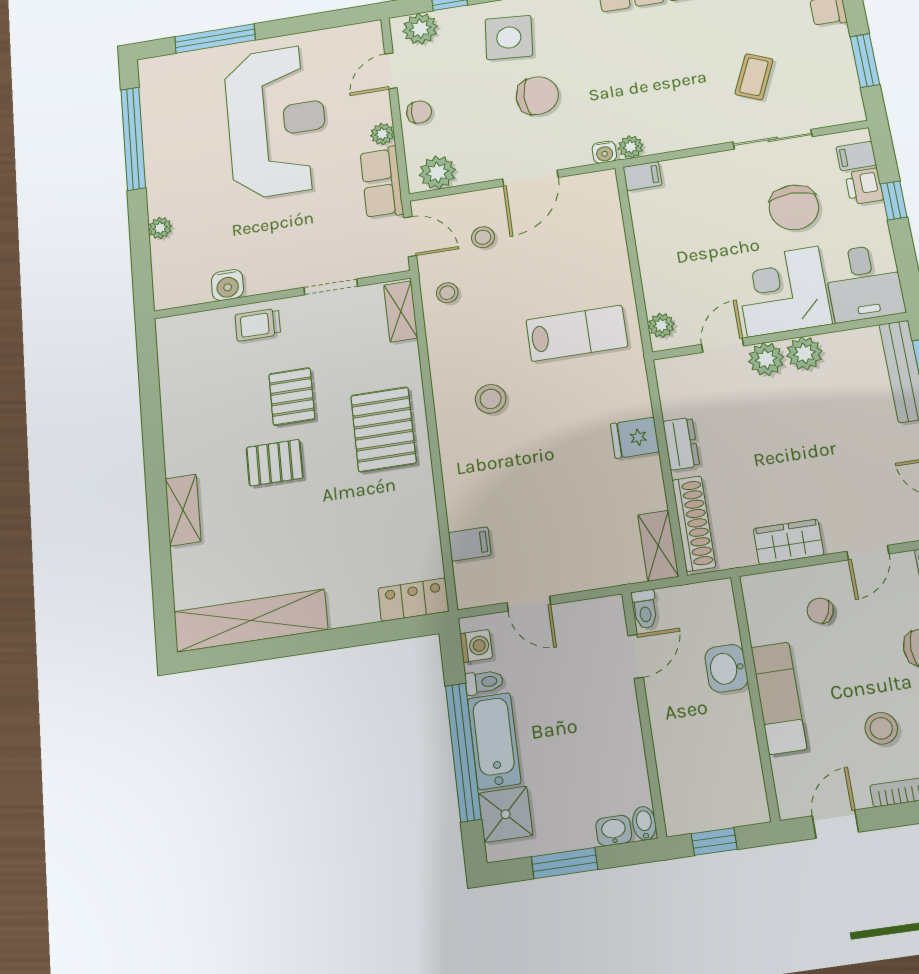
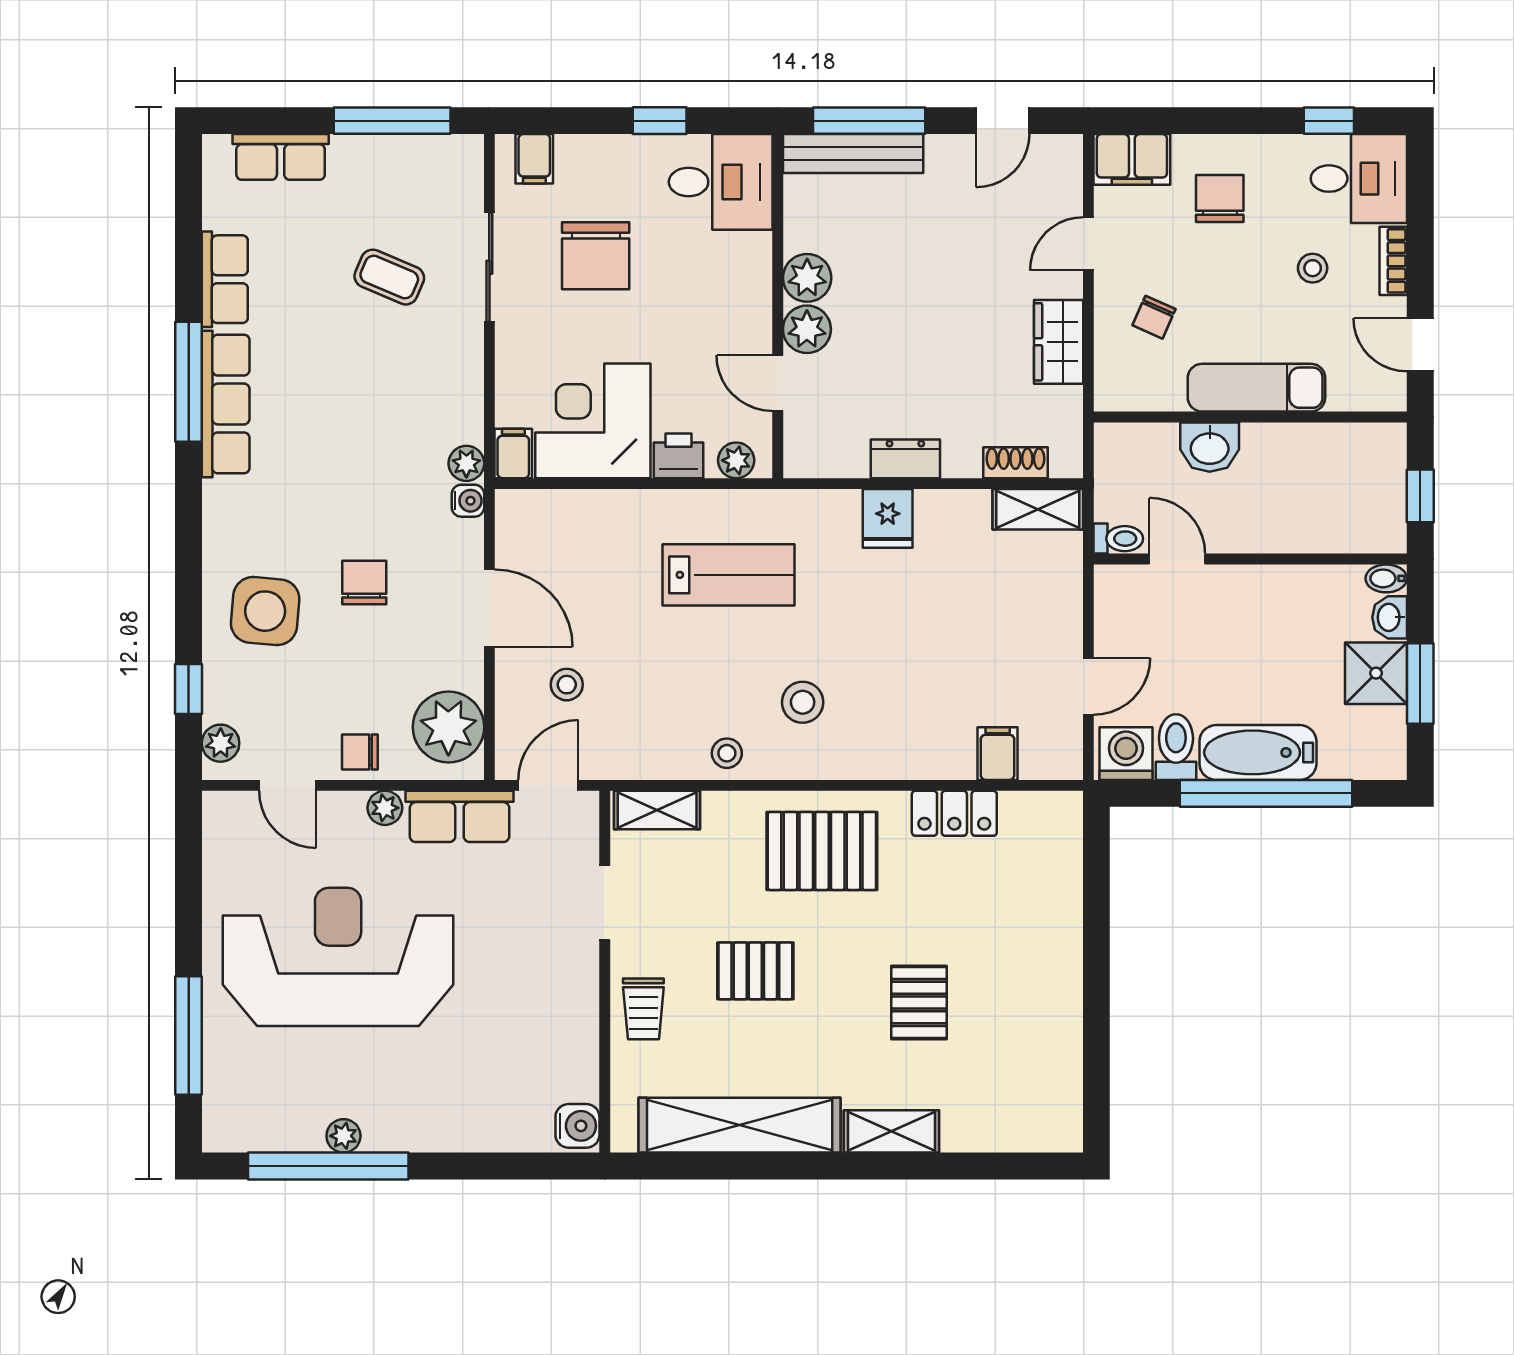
plant: (420, 29) -> (221, 743), width x0.73, depth x0.73
window: (865, 61) -> (392, 121), width x1.44
chair: (537, 96) -> (364, 582), width x0.73, depth x0.73
chair: (419, 112) -> (360, 752), turned -90
plant: (437, 172) -> (448, 727), width x1.36, depth x1.36
printer: (864, 186) -> (679, 456), moved, turned 180
window: (894, 200) -> (660, 121), moved
chair: (794, 207) -> (596, 256), turned 90
plant: (160, 228) -> (343, 1136), moved
water cooler: (227, 285) -> (577, 1126), moved
corner desk: (783, 291) -> (593, 421), moved, turned 90
stool: (447, 293) -> (727, 753), moved
lab bench: (577, 333) -> (729, 575), turned 90
pallet: (275, 463) -> (919, 1003), moved
shoe rack: (694, 523) -> (1015, 463), width x0.51, depth x0.81
door: (868, 553) -> (1088, 244), swing flipped
locker: (413, 600) -> (954, 813), moved, turned -90
shelving: (251, 621) -> (740, 1125), moved, turned 90
washing machine: (476, 646) -> (1126, 754), width x1.38, depth x1.38
toilet: (484, 682) -> (1176, 747), width x1.37, depth x1.39
stool: (881, 728) -> (1313, 268), width x0.73, depth x0.73
shower: (506, 814) -> (1376, 673), moved

